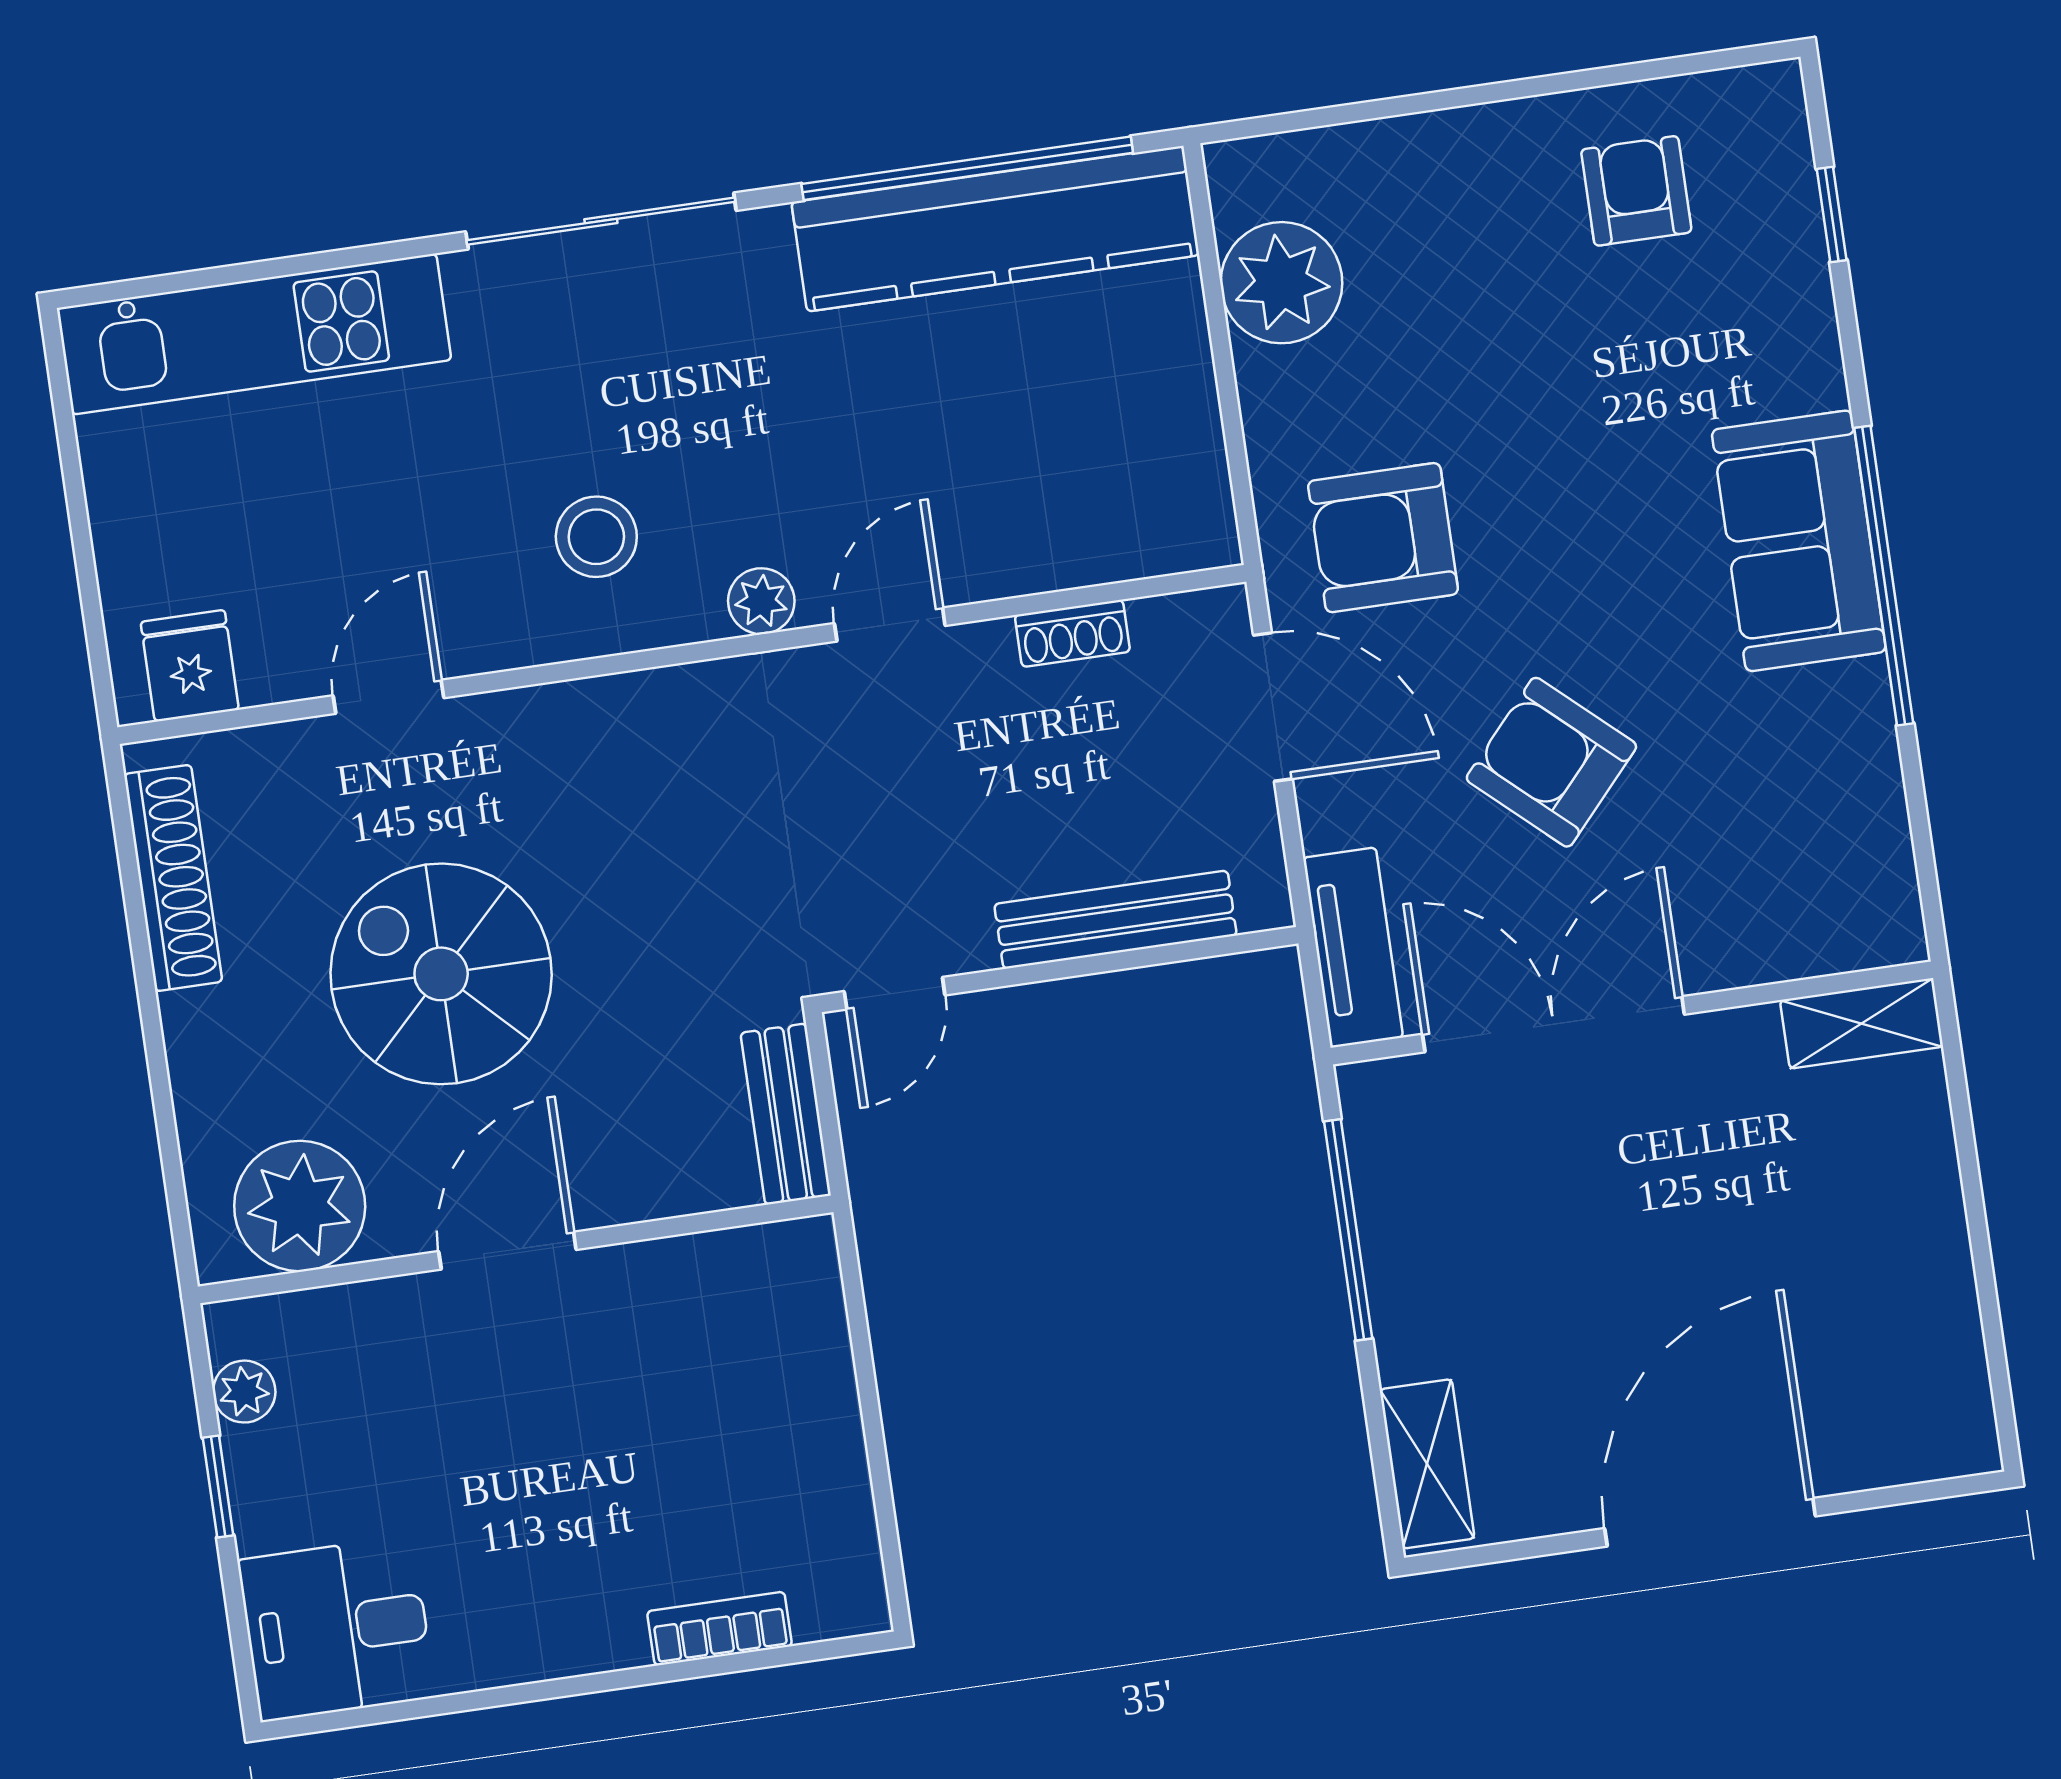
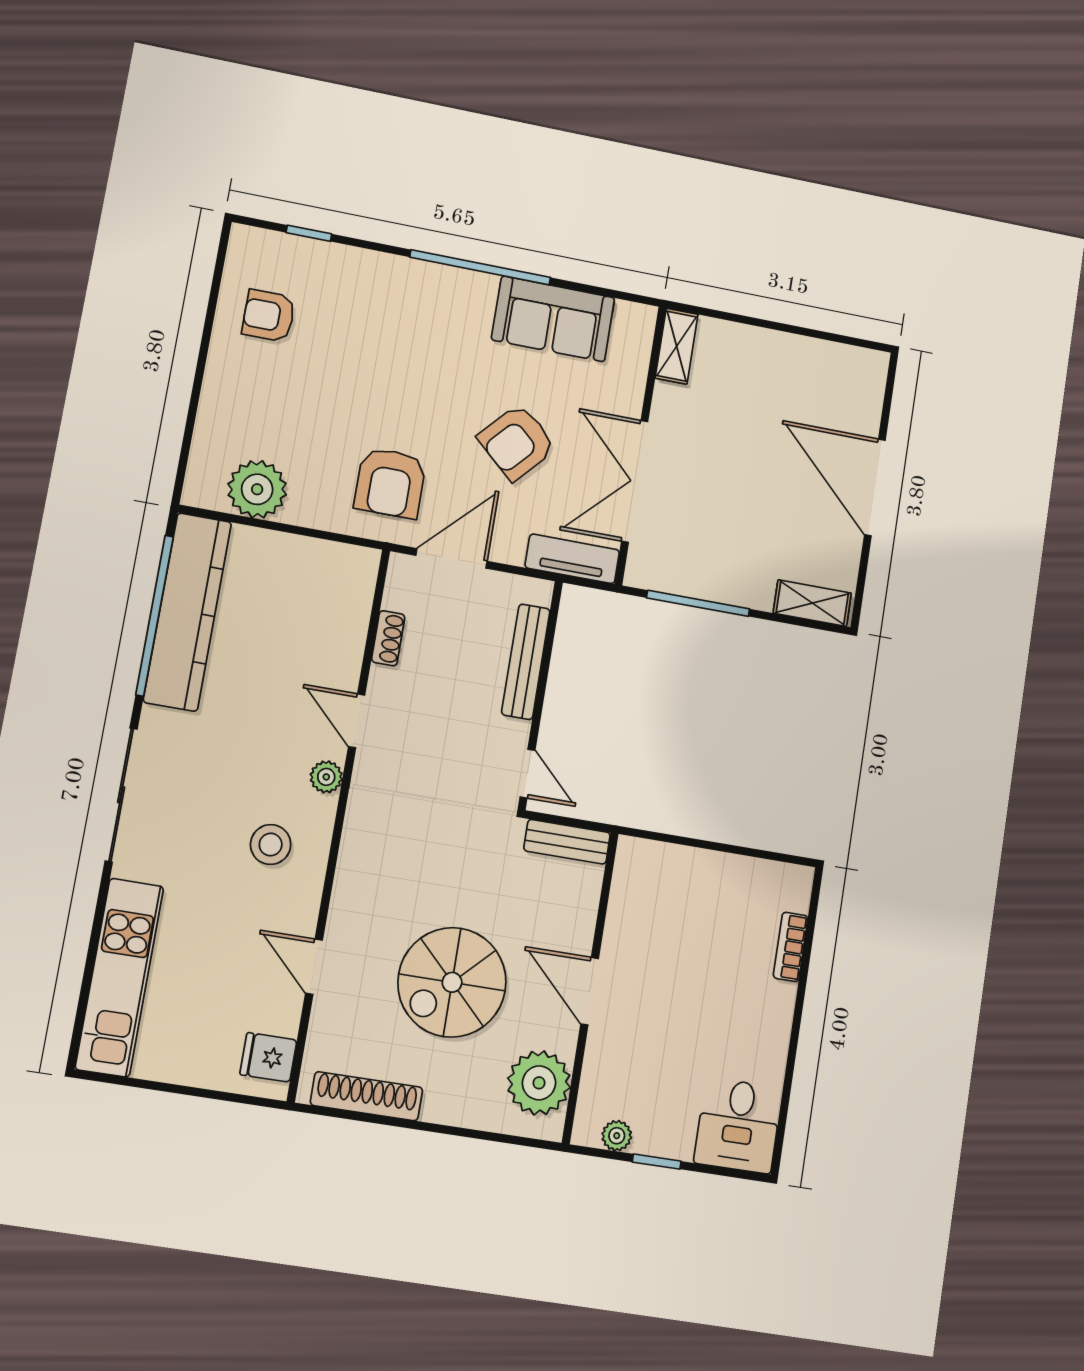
sofa: (1799, 541) -> (553, 319), moved

